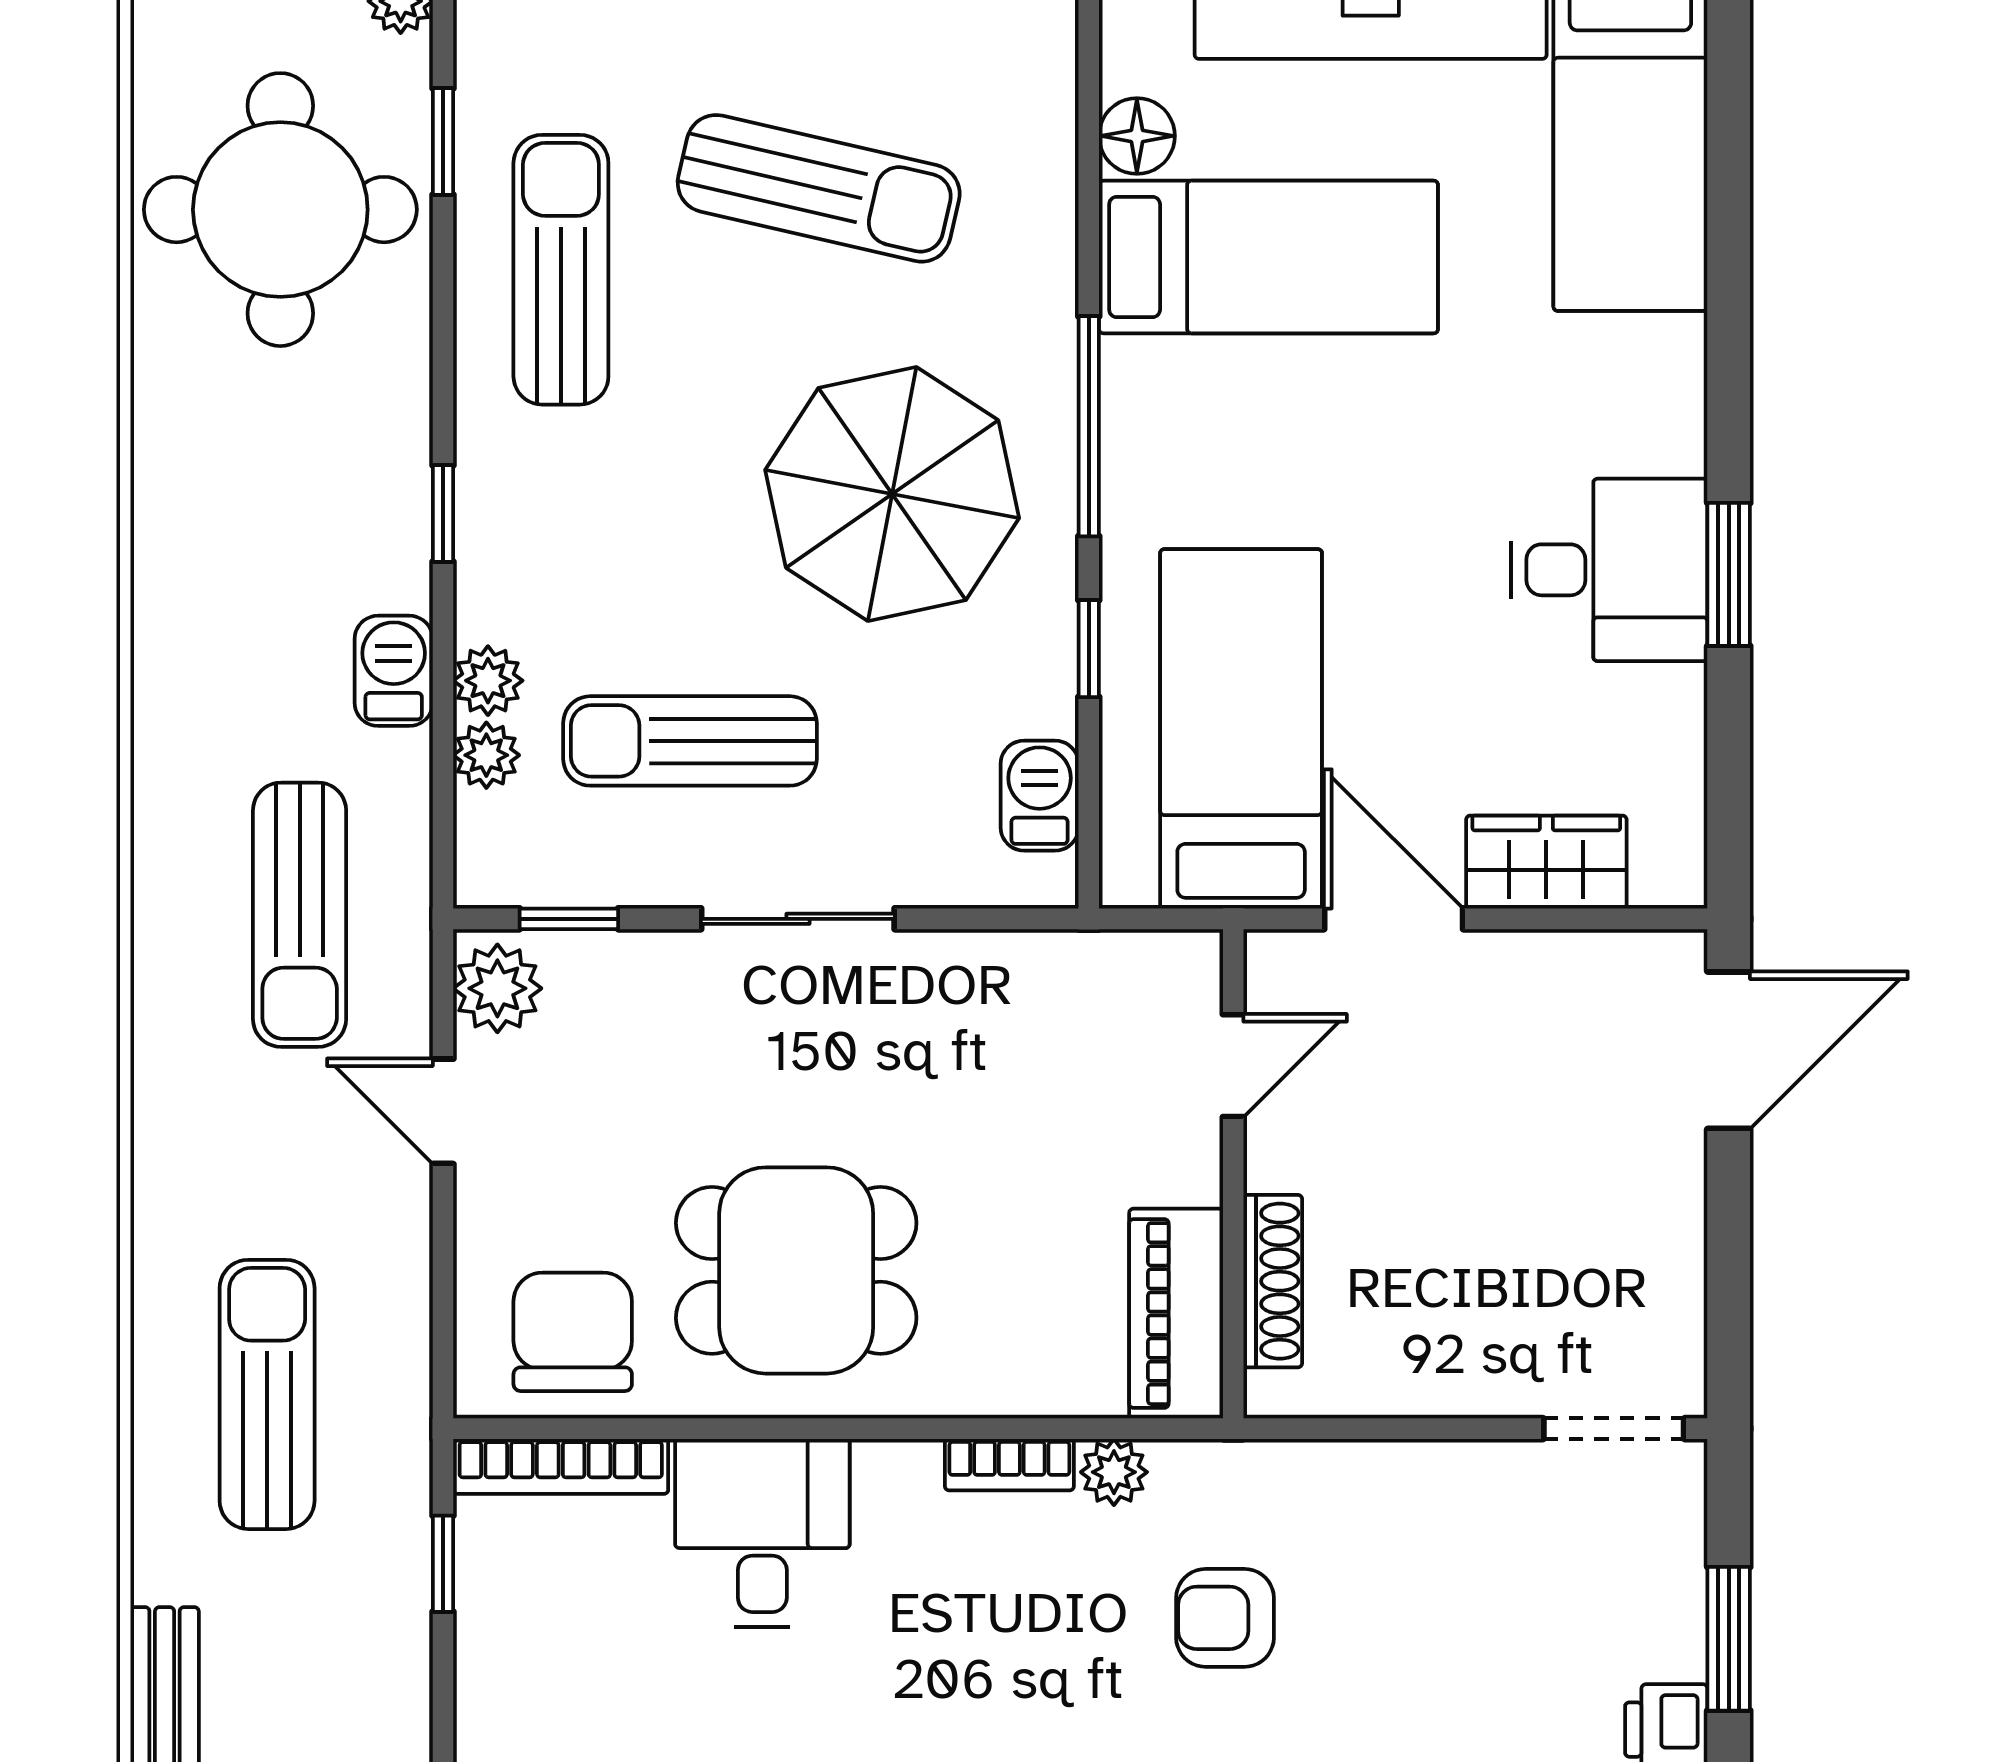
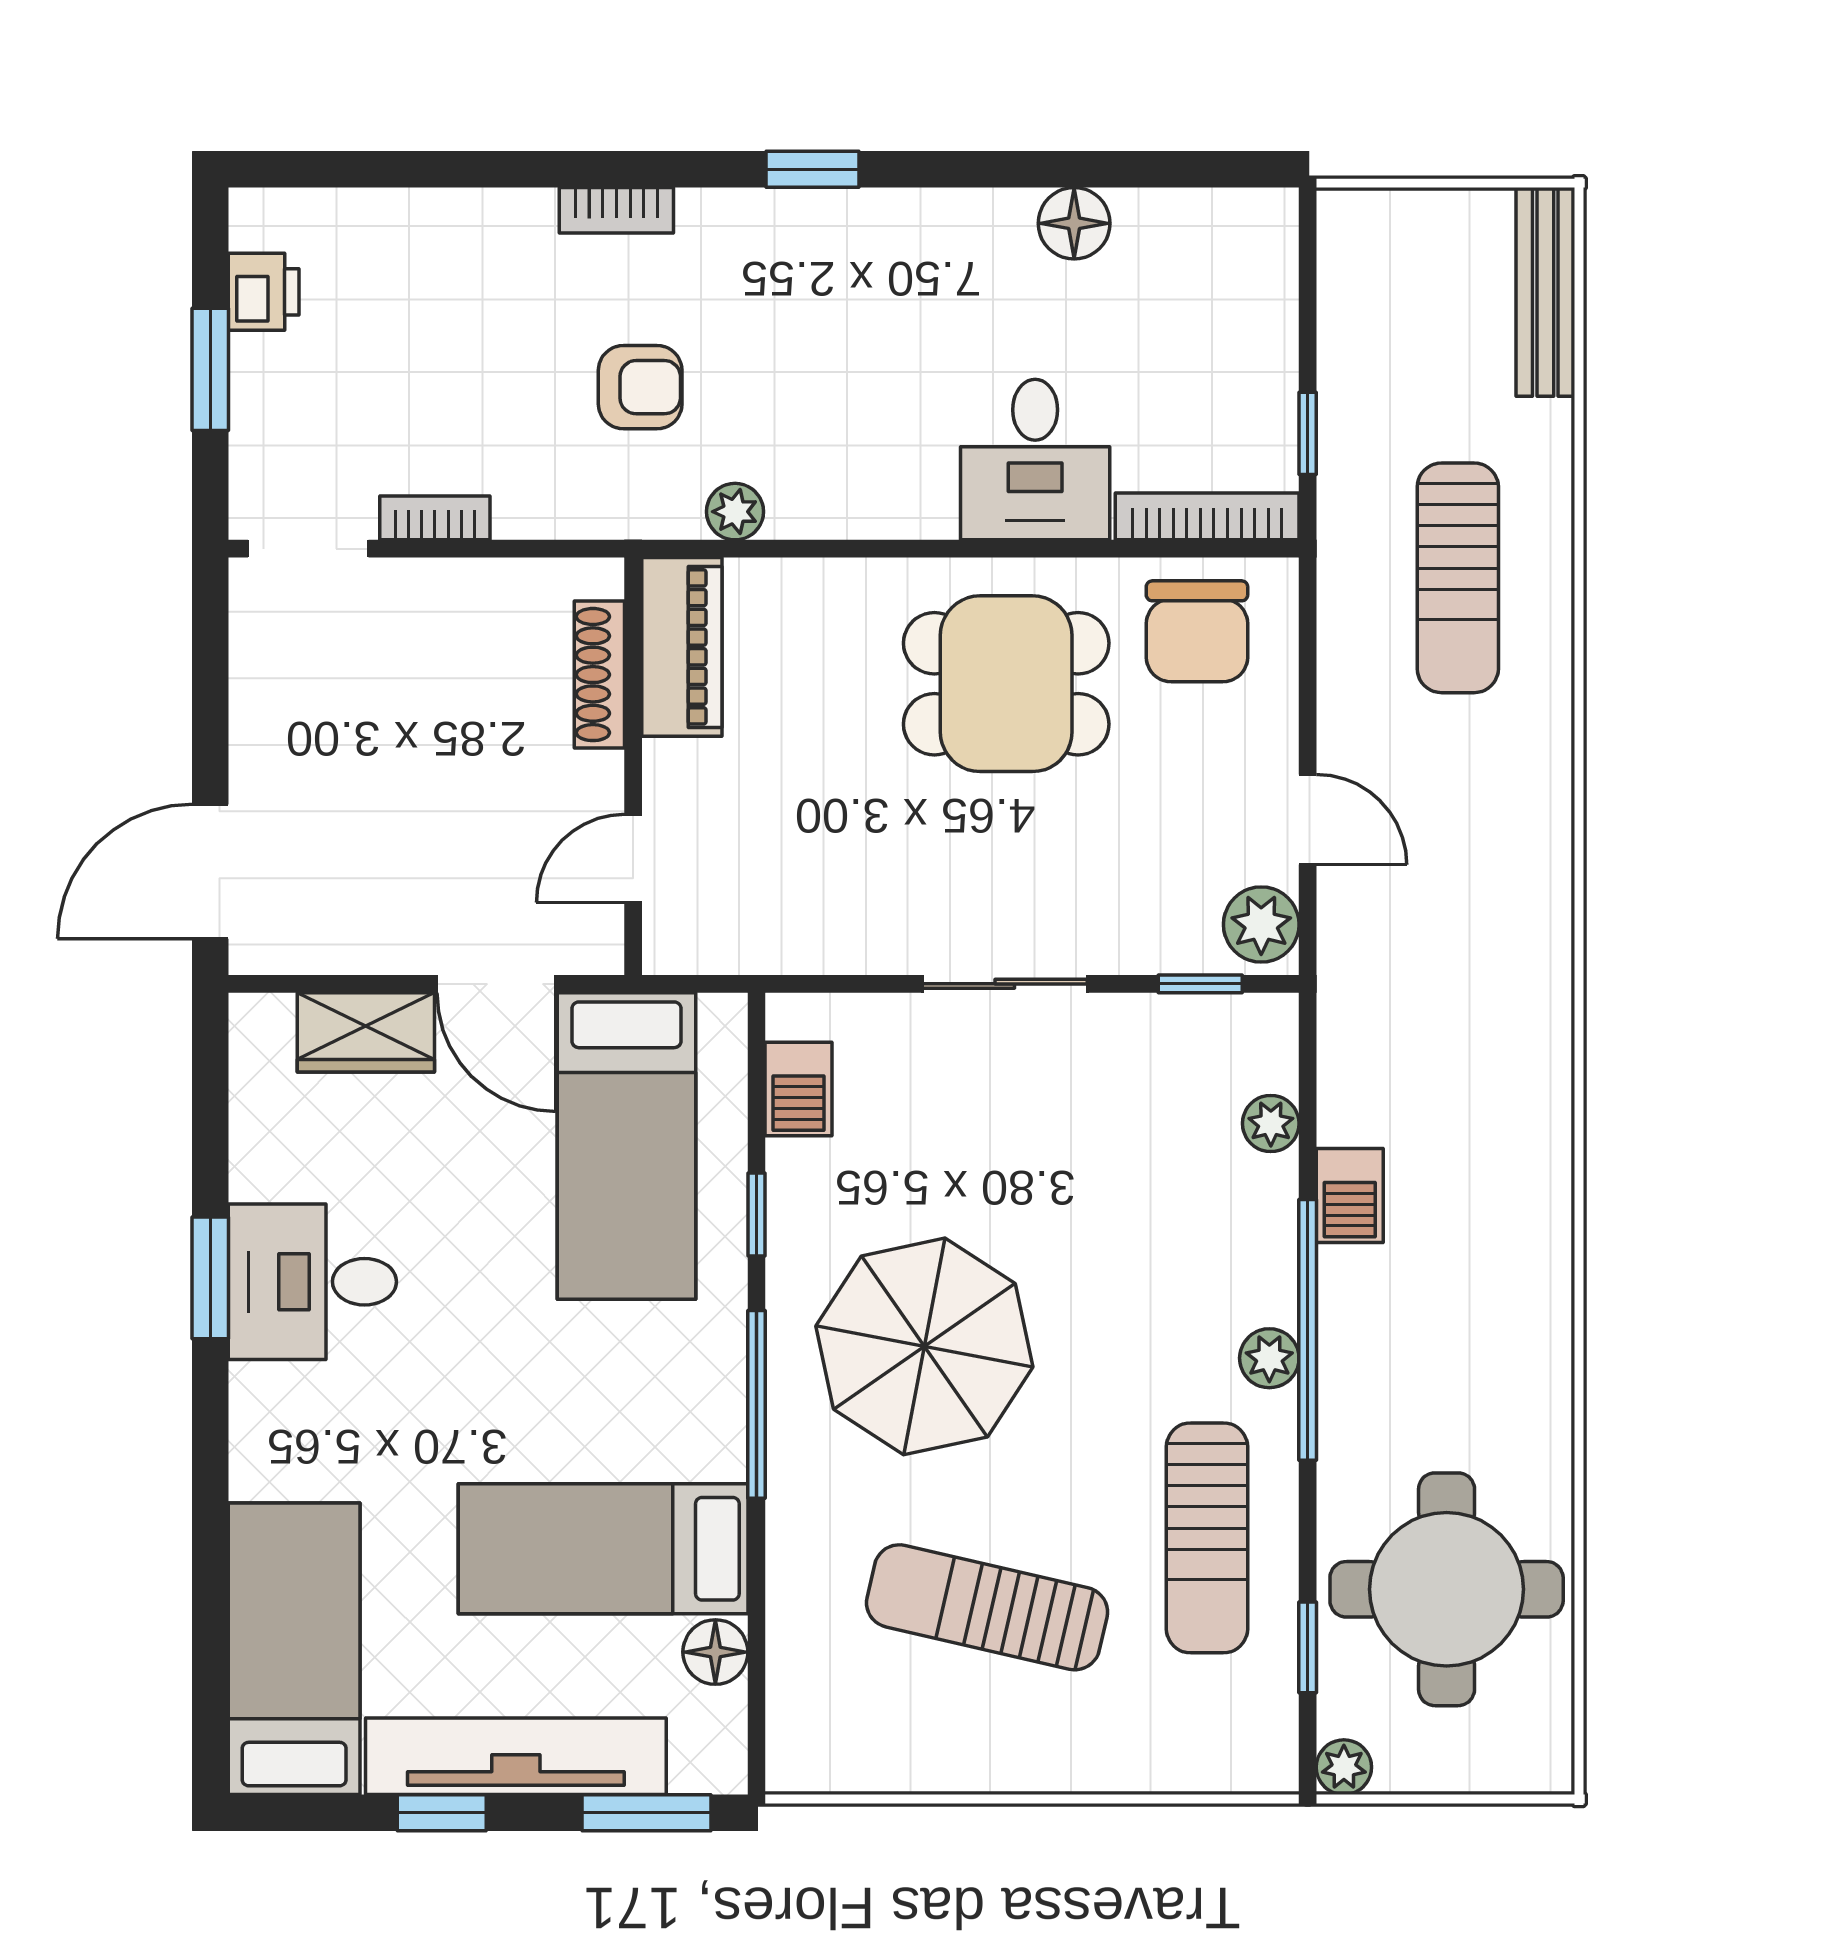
window: (443, 514) -> (1308, 1330), width x3.17
plant: (488, 681) -> (1269, 1358), moved
sun lounger: (690, 741) -> (1097, 1136), removed
sun lounger: (300, 915) -> (1430, 987), removed
bookcase: (1009, 1465) -> (435, 518), moved

